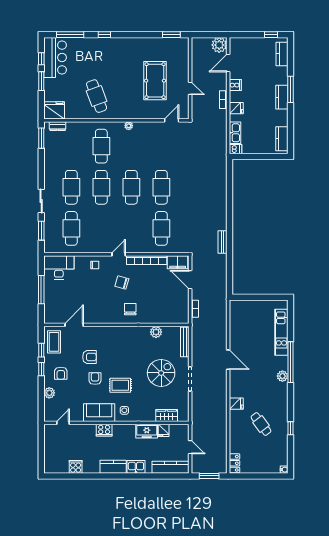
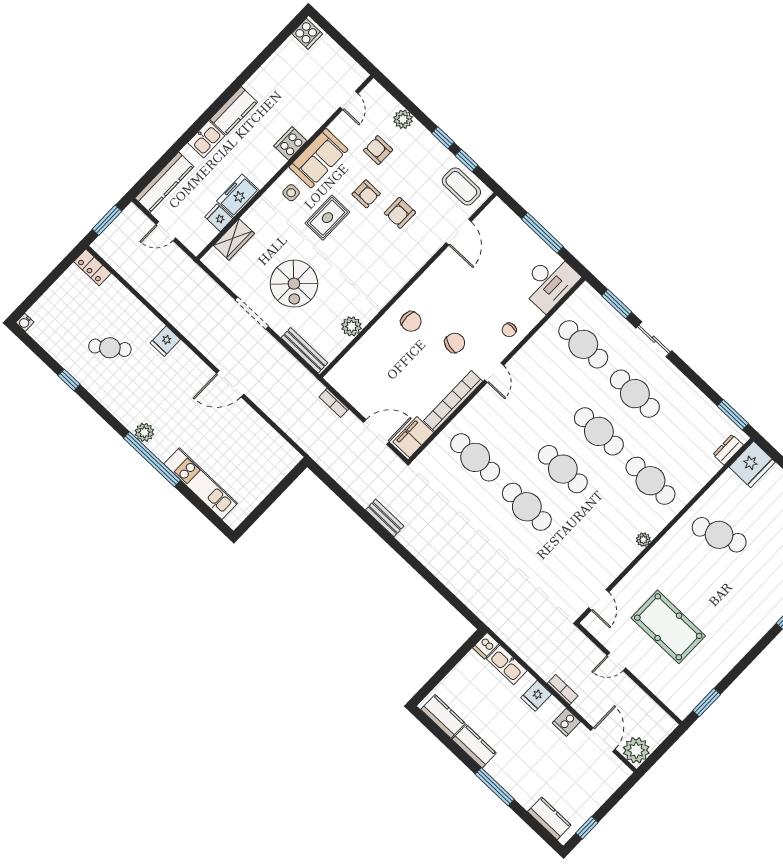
kitchen counter: (282, 97) -> (474, 746), moved
armchair: (61, 373) -> (378, 150), moved
cooker: (76, 467) -> (307, 34), moved

